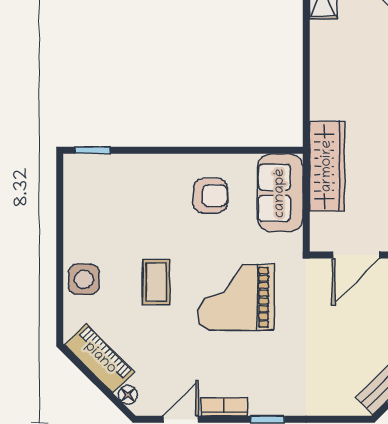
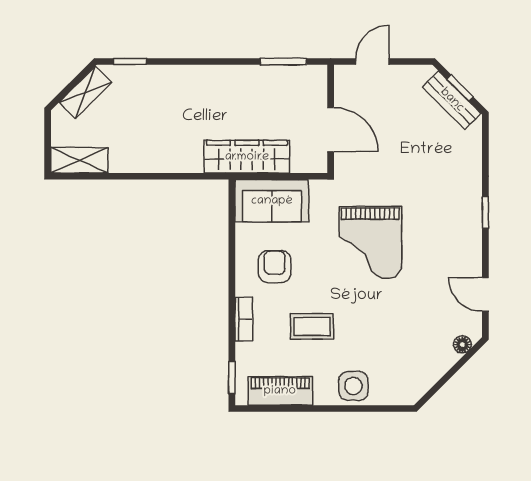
coffee table: (156, 282) -> (312, 326), moved
piano: (100, 358) -> (280, 391), moved, turned 45
bookcase: (224, 407) -> (244, 319), moved, turned 180

